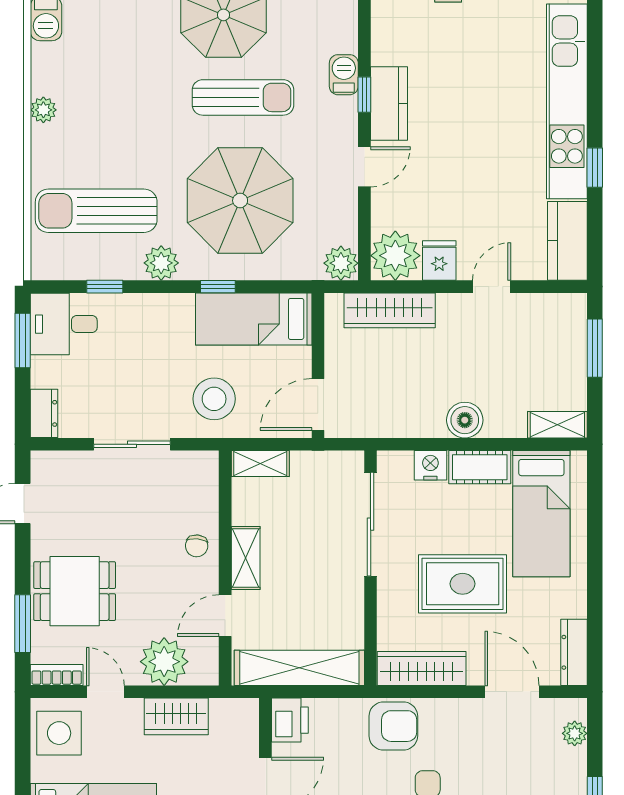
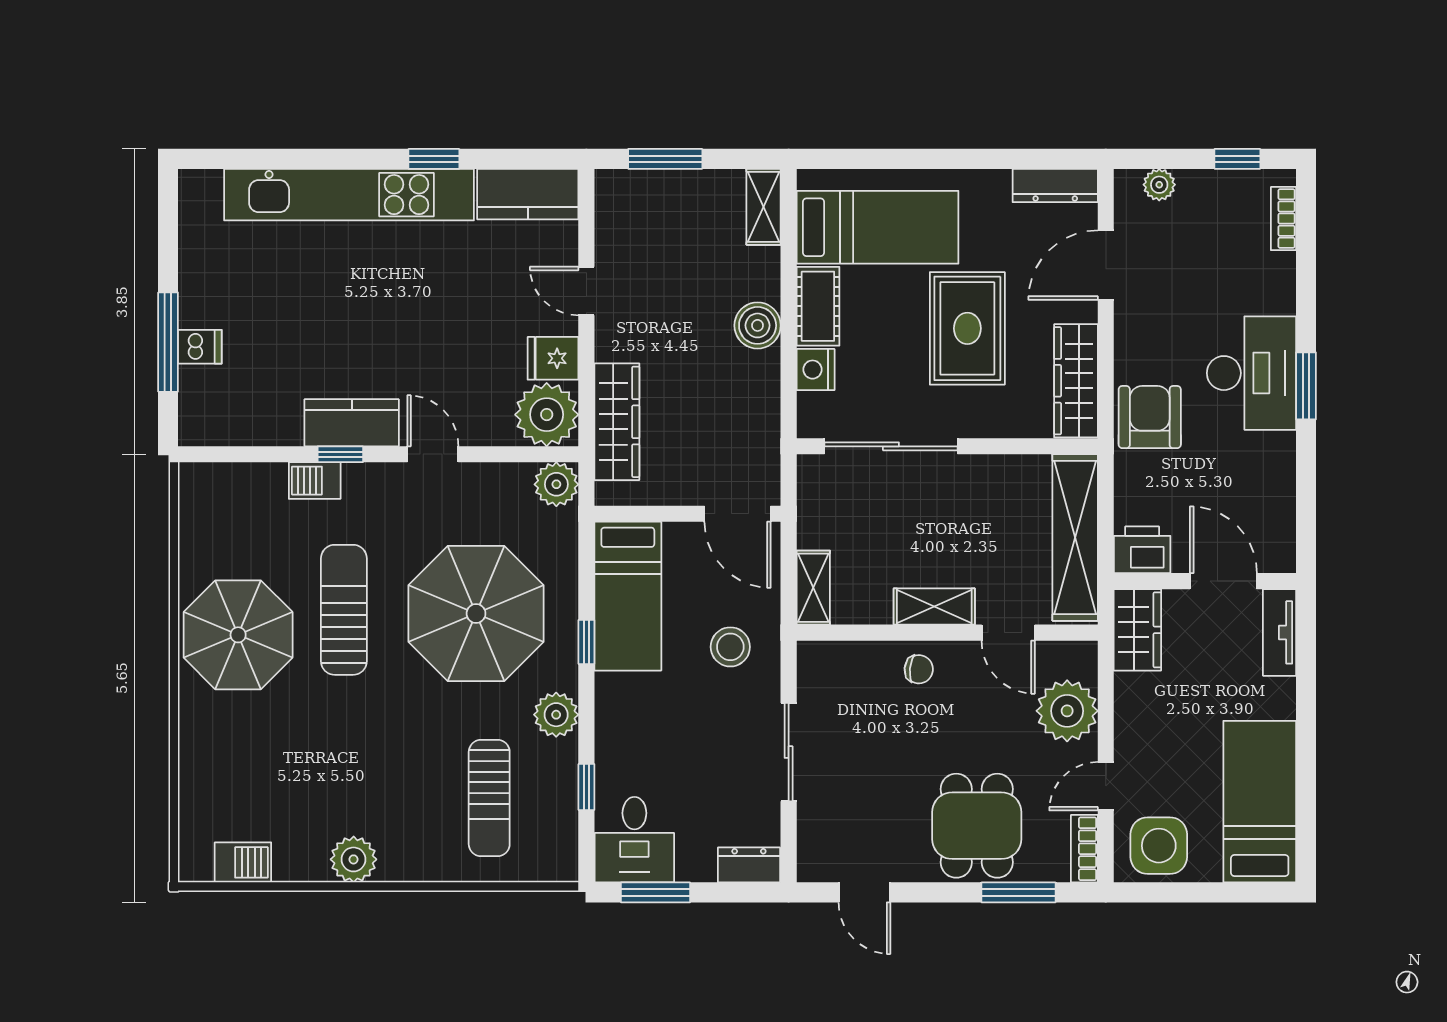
plant: (43, 110) -> (354, 859), width x1.38, depth x1.38
sun lounger: (96, 211) -> (489, 798), width x0.73, depth x0.75
stool: (214, 399) -> (730, 647), width x0.73, depth x0.73
wardrobe: (176, 716) -> (1137, 630), moved

